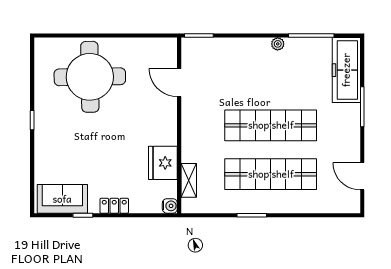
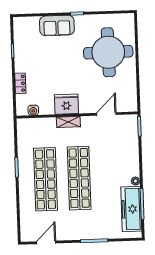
freezer: (346, 70) -> (131, 209), moved, turned -90
fridge: (163, 163) -> (66, 104), moved
shelving: (189, 180) -> (68, 122), moved
sofa: (62, 199) -> (57, 25), moved, turned 90
locker: (114, 206) -> (20, 83), moved
water cooler: (170, 206) -> (33, 110), moved

